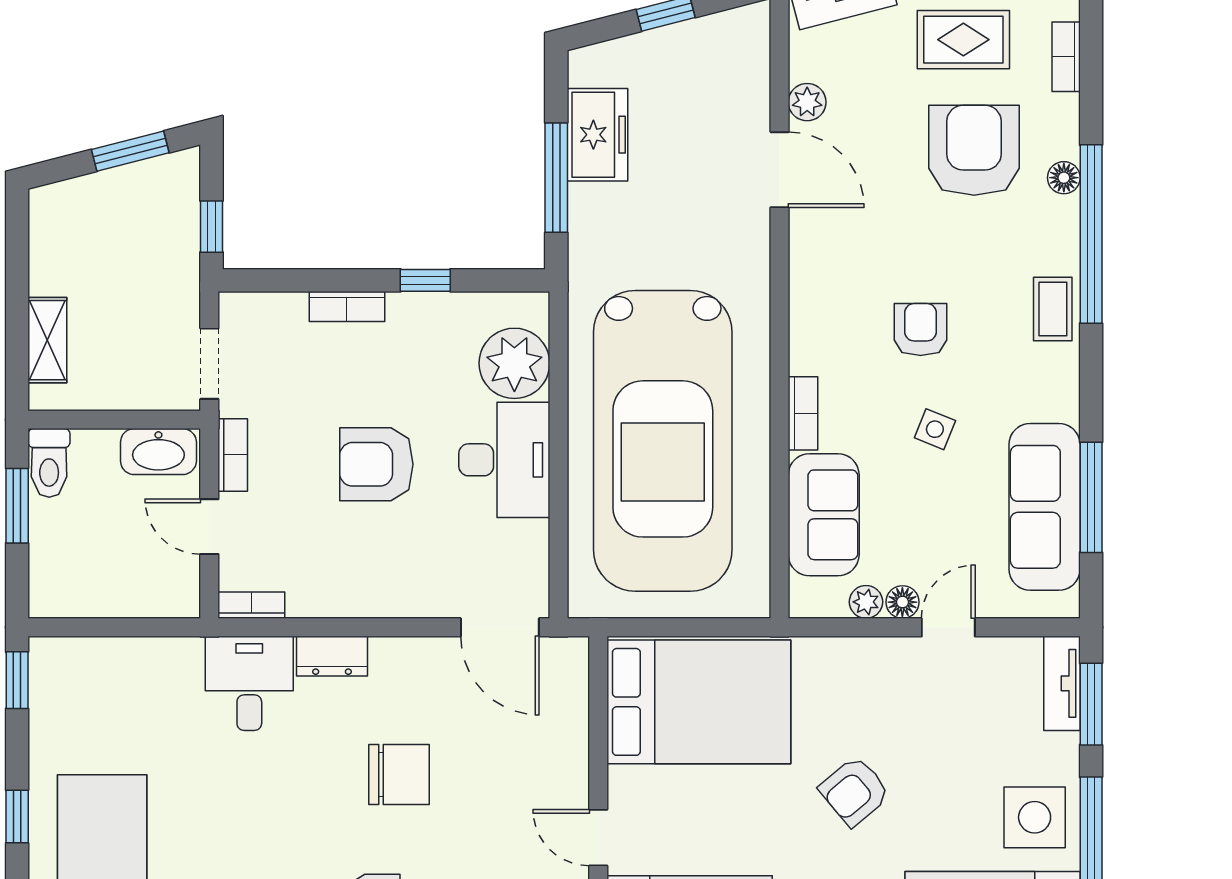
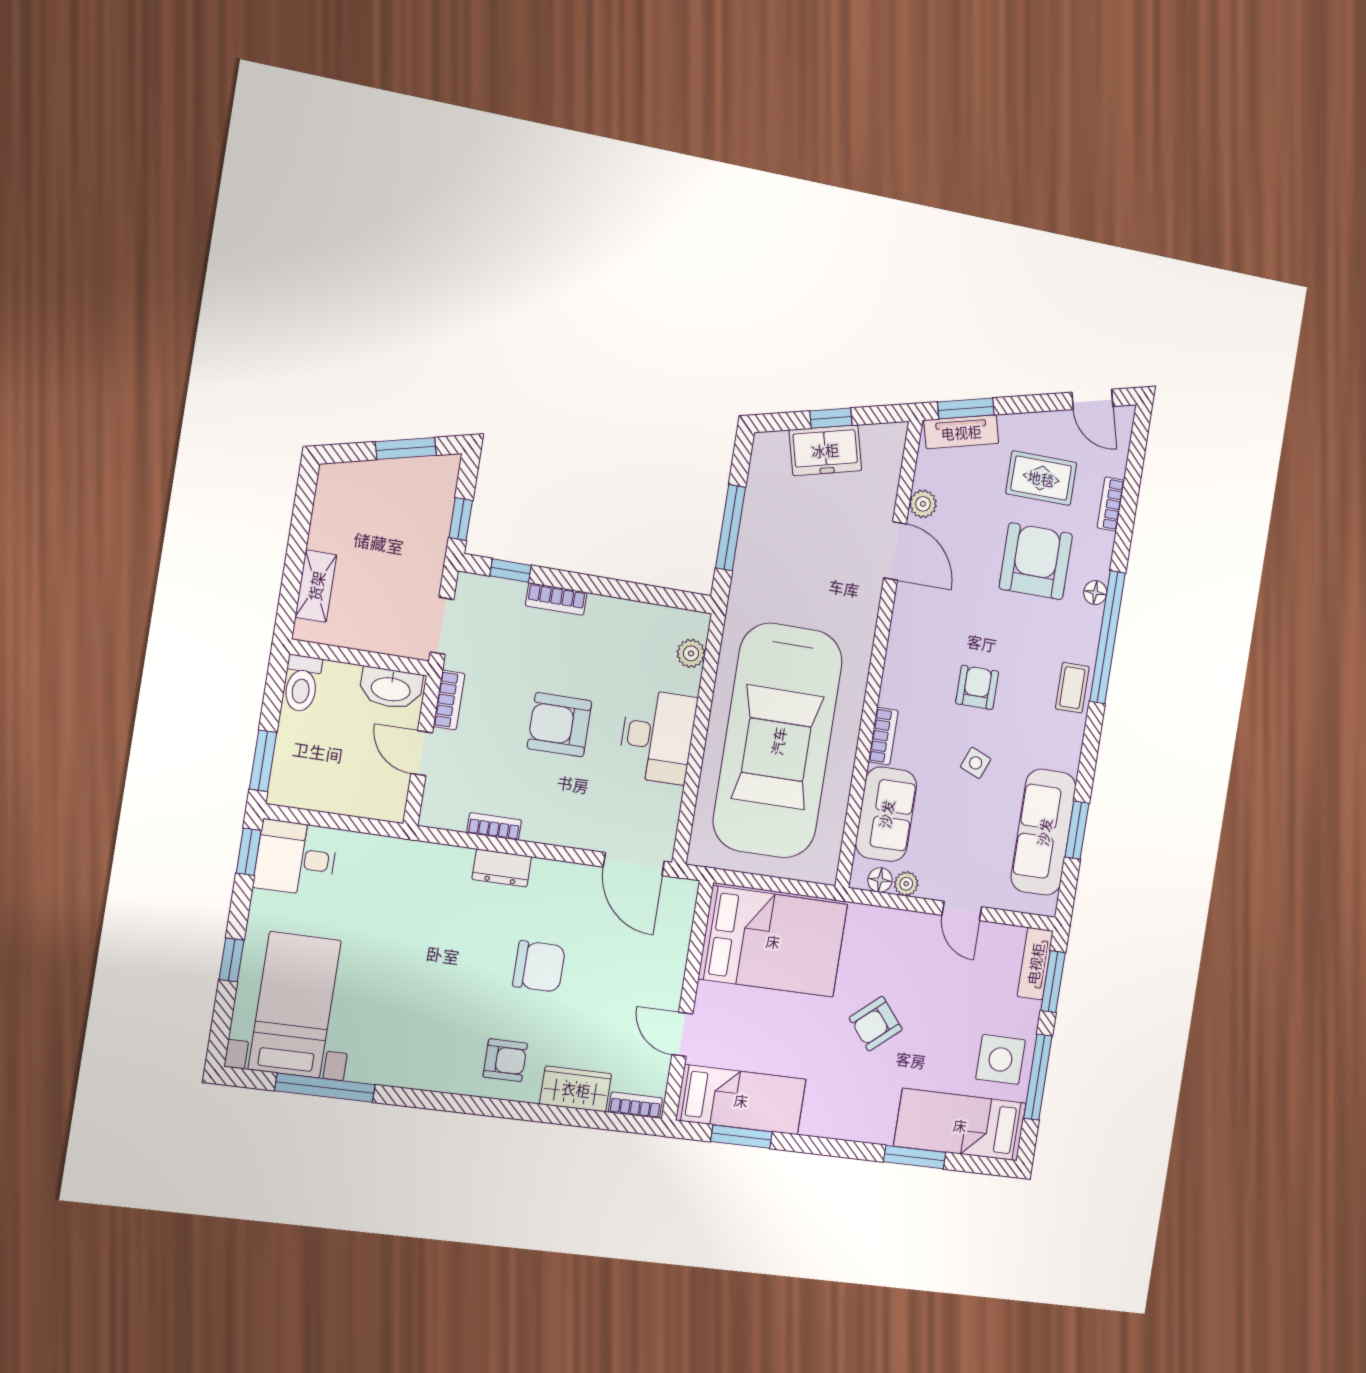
freezer: (597, 135) -> (825, 450), moved, turned 76
window: (425, 280) -> (511, 571), moved
plant: (514, 363) -> (691, 653), width x0.53, depth x0.53
window: (1091, 497) -> (1077, 830), width x0.69
window: (17, 506) -> (263, 761), moved
floor lamp: (902, 602) -> (880, 880), moved
bookcase: (251, 605) -> (494, 826), moved
door: (948, 627) -> (962, 911), swing flipped
desk: (249, 683) -> (296, 858), moved, turned -90

